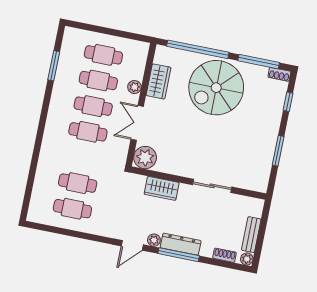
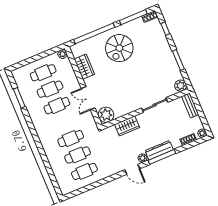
plant: (134, 87) -> (62, 54), moved
spiral stairs: (216, 88) -> (119, 48), width x0.73, depth x0.73
cafe table: (88, 132) -> (71, 139), moved
plant: (260, 184) -> (181, 86), added
bench: (251, 235) -> (190, 105), moved
door: (132, 245) -> (132, 169), hinge flipped

